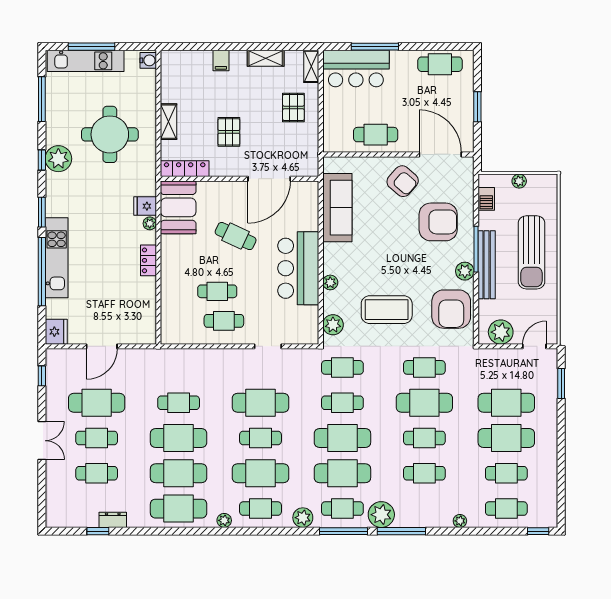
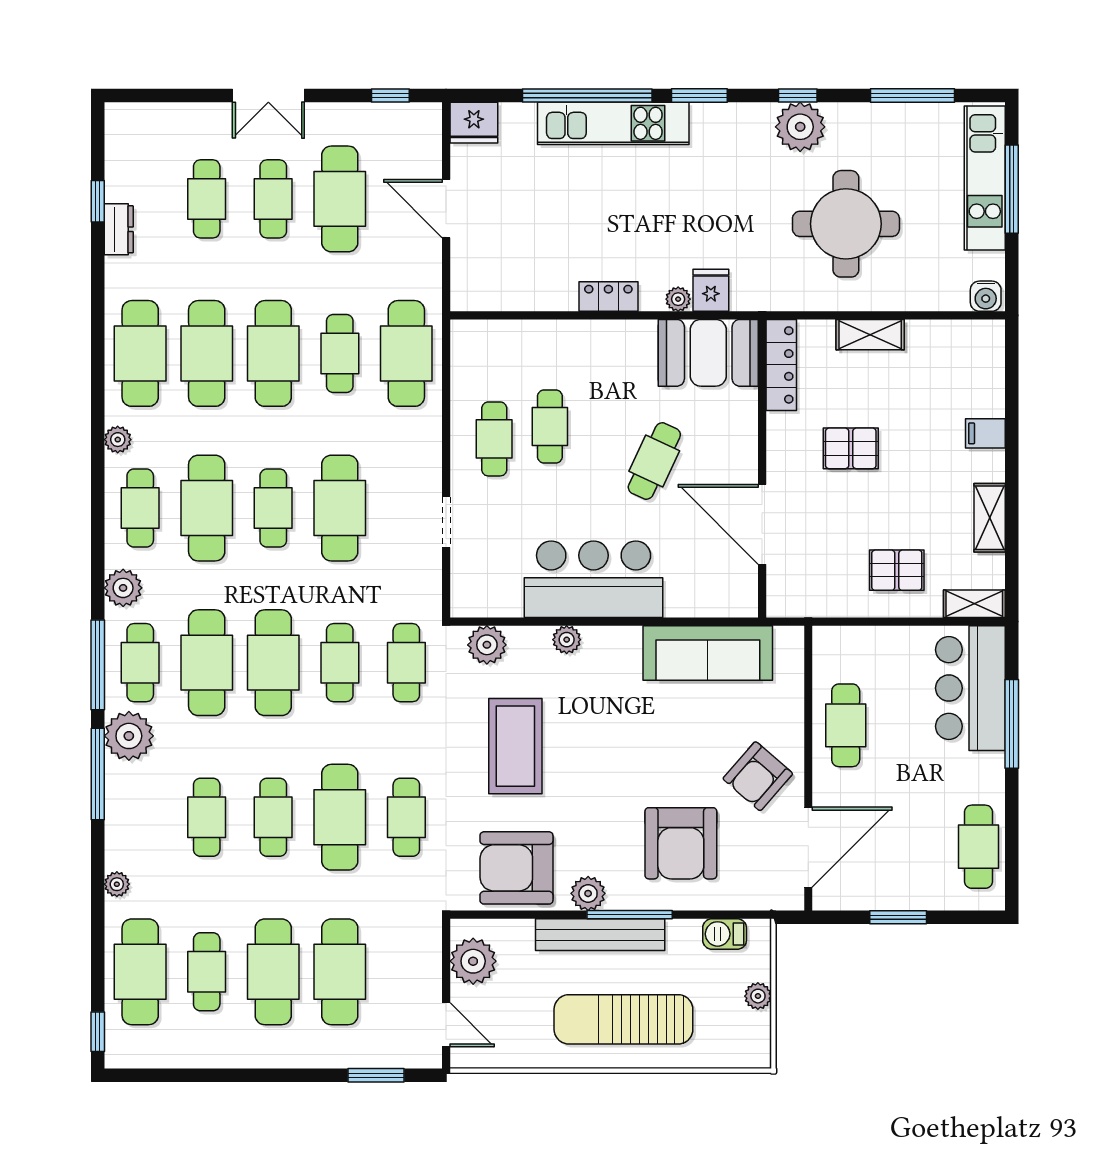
cafe table: (179, 367) -> (406, 353), added
cafe table: (506, 509) -> (140, 972), width x1.37, depth x1.35

